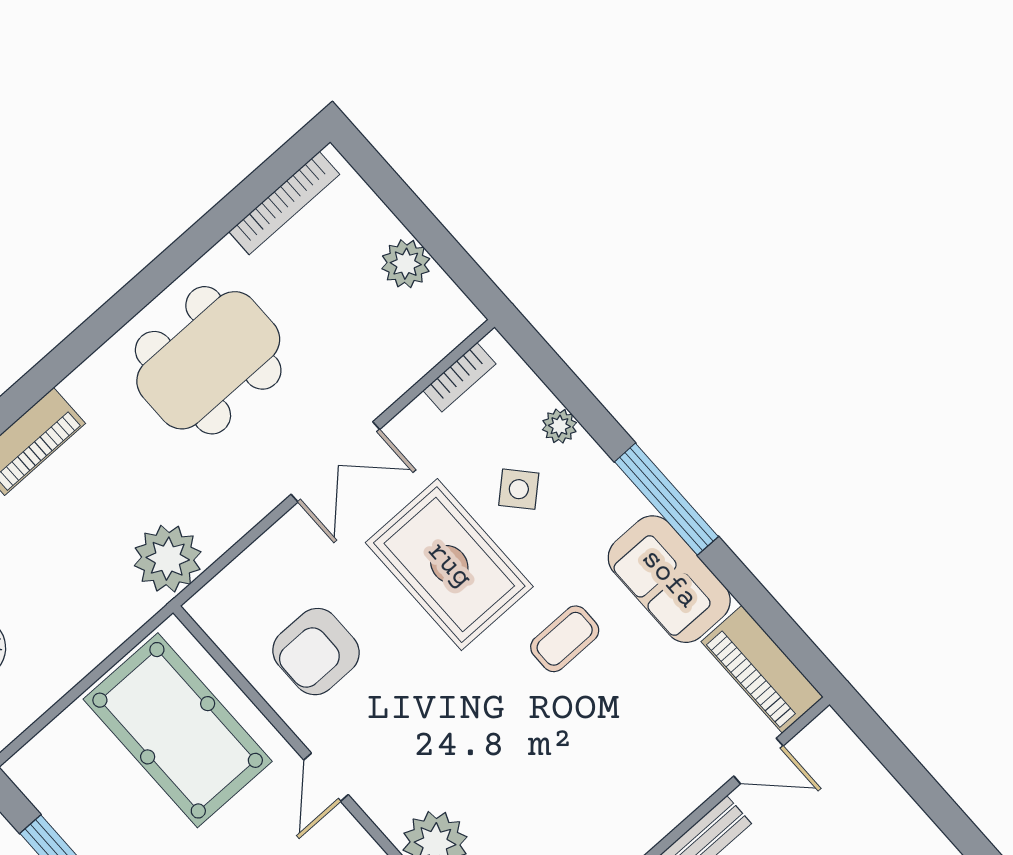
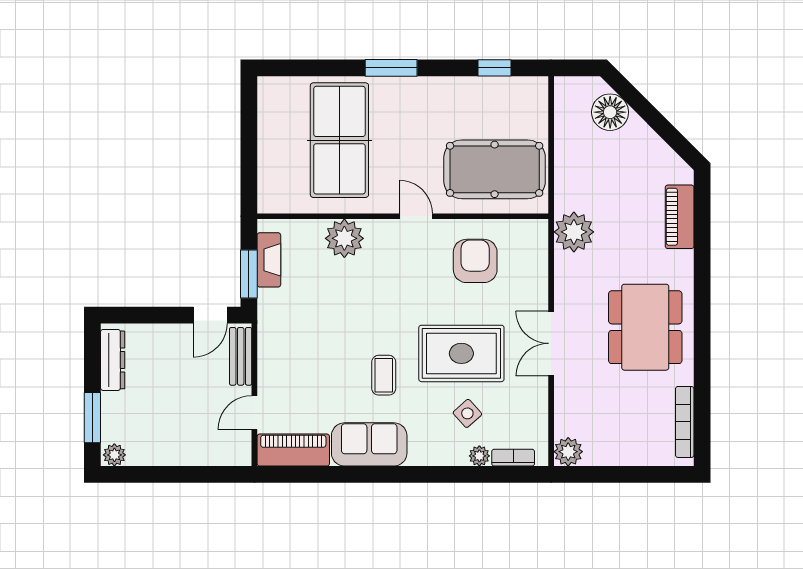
plant: (406, 264) -> (568, 452), moved
bookcase: (459, 377) -> (513, 458), moved, turned 90
window: (666, 499) -> (405, 474), removed

